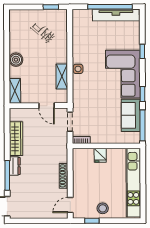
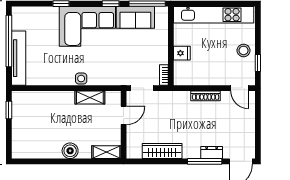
tv unit: (116, 15) -> (19, 58), moved
dresser: (15, 166) -> (212, 153), moved

